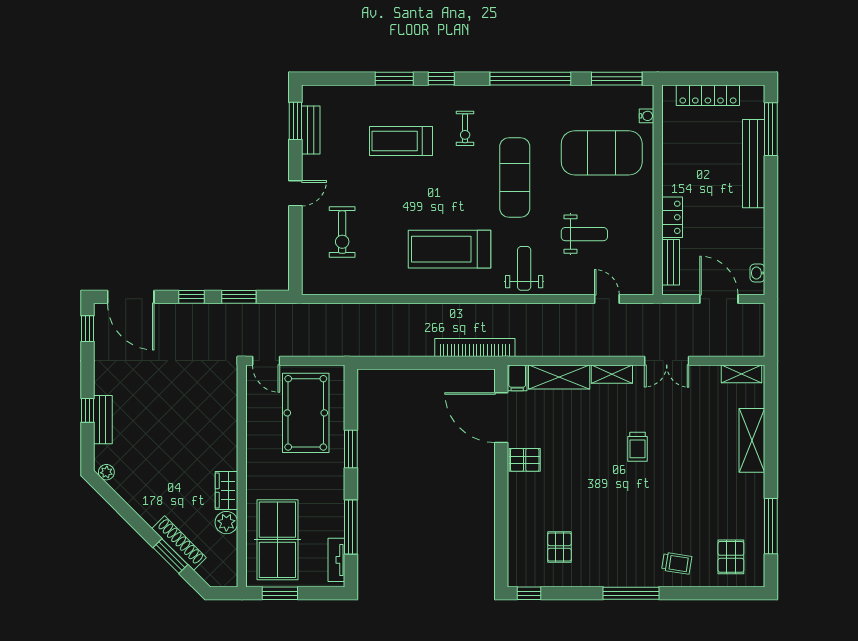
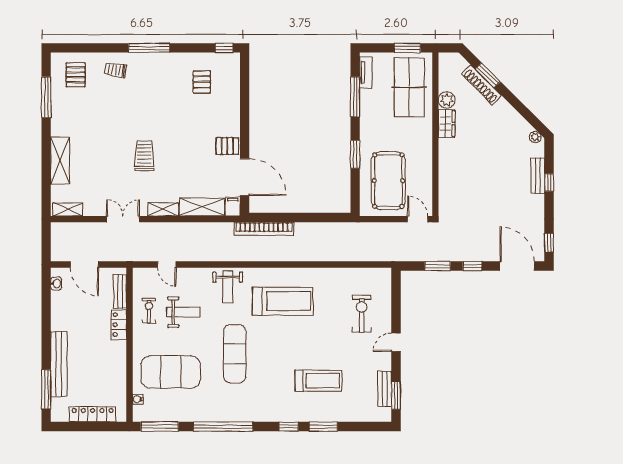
exercise bike: (465, 128) -> (149, 311), moved
weight bench: (584, 234) -> (183, 312), turned 180
trolley: (638, 447) -> (144, 156), width x1.36, depth x1.39

